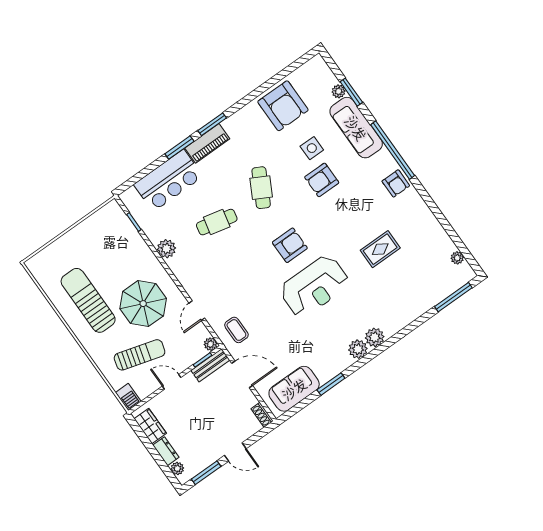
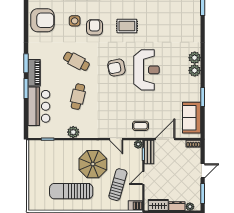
armchair: (322, 180) -> (95, 27), turned 180
armchair: (290, 245) -> (116, 68), turned -101
rug: (380, 249) -> (127, 26), moved, turned 90

